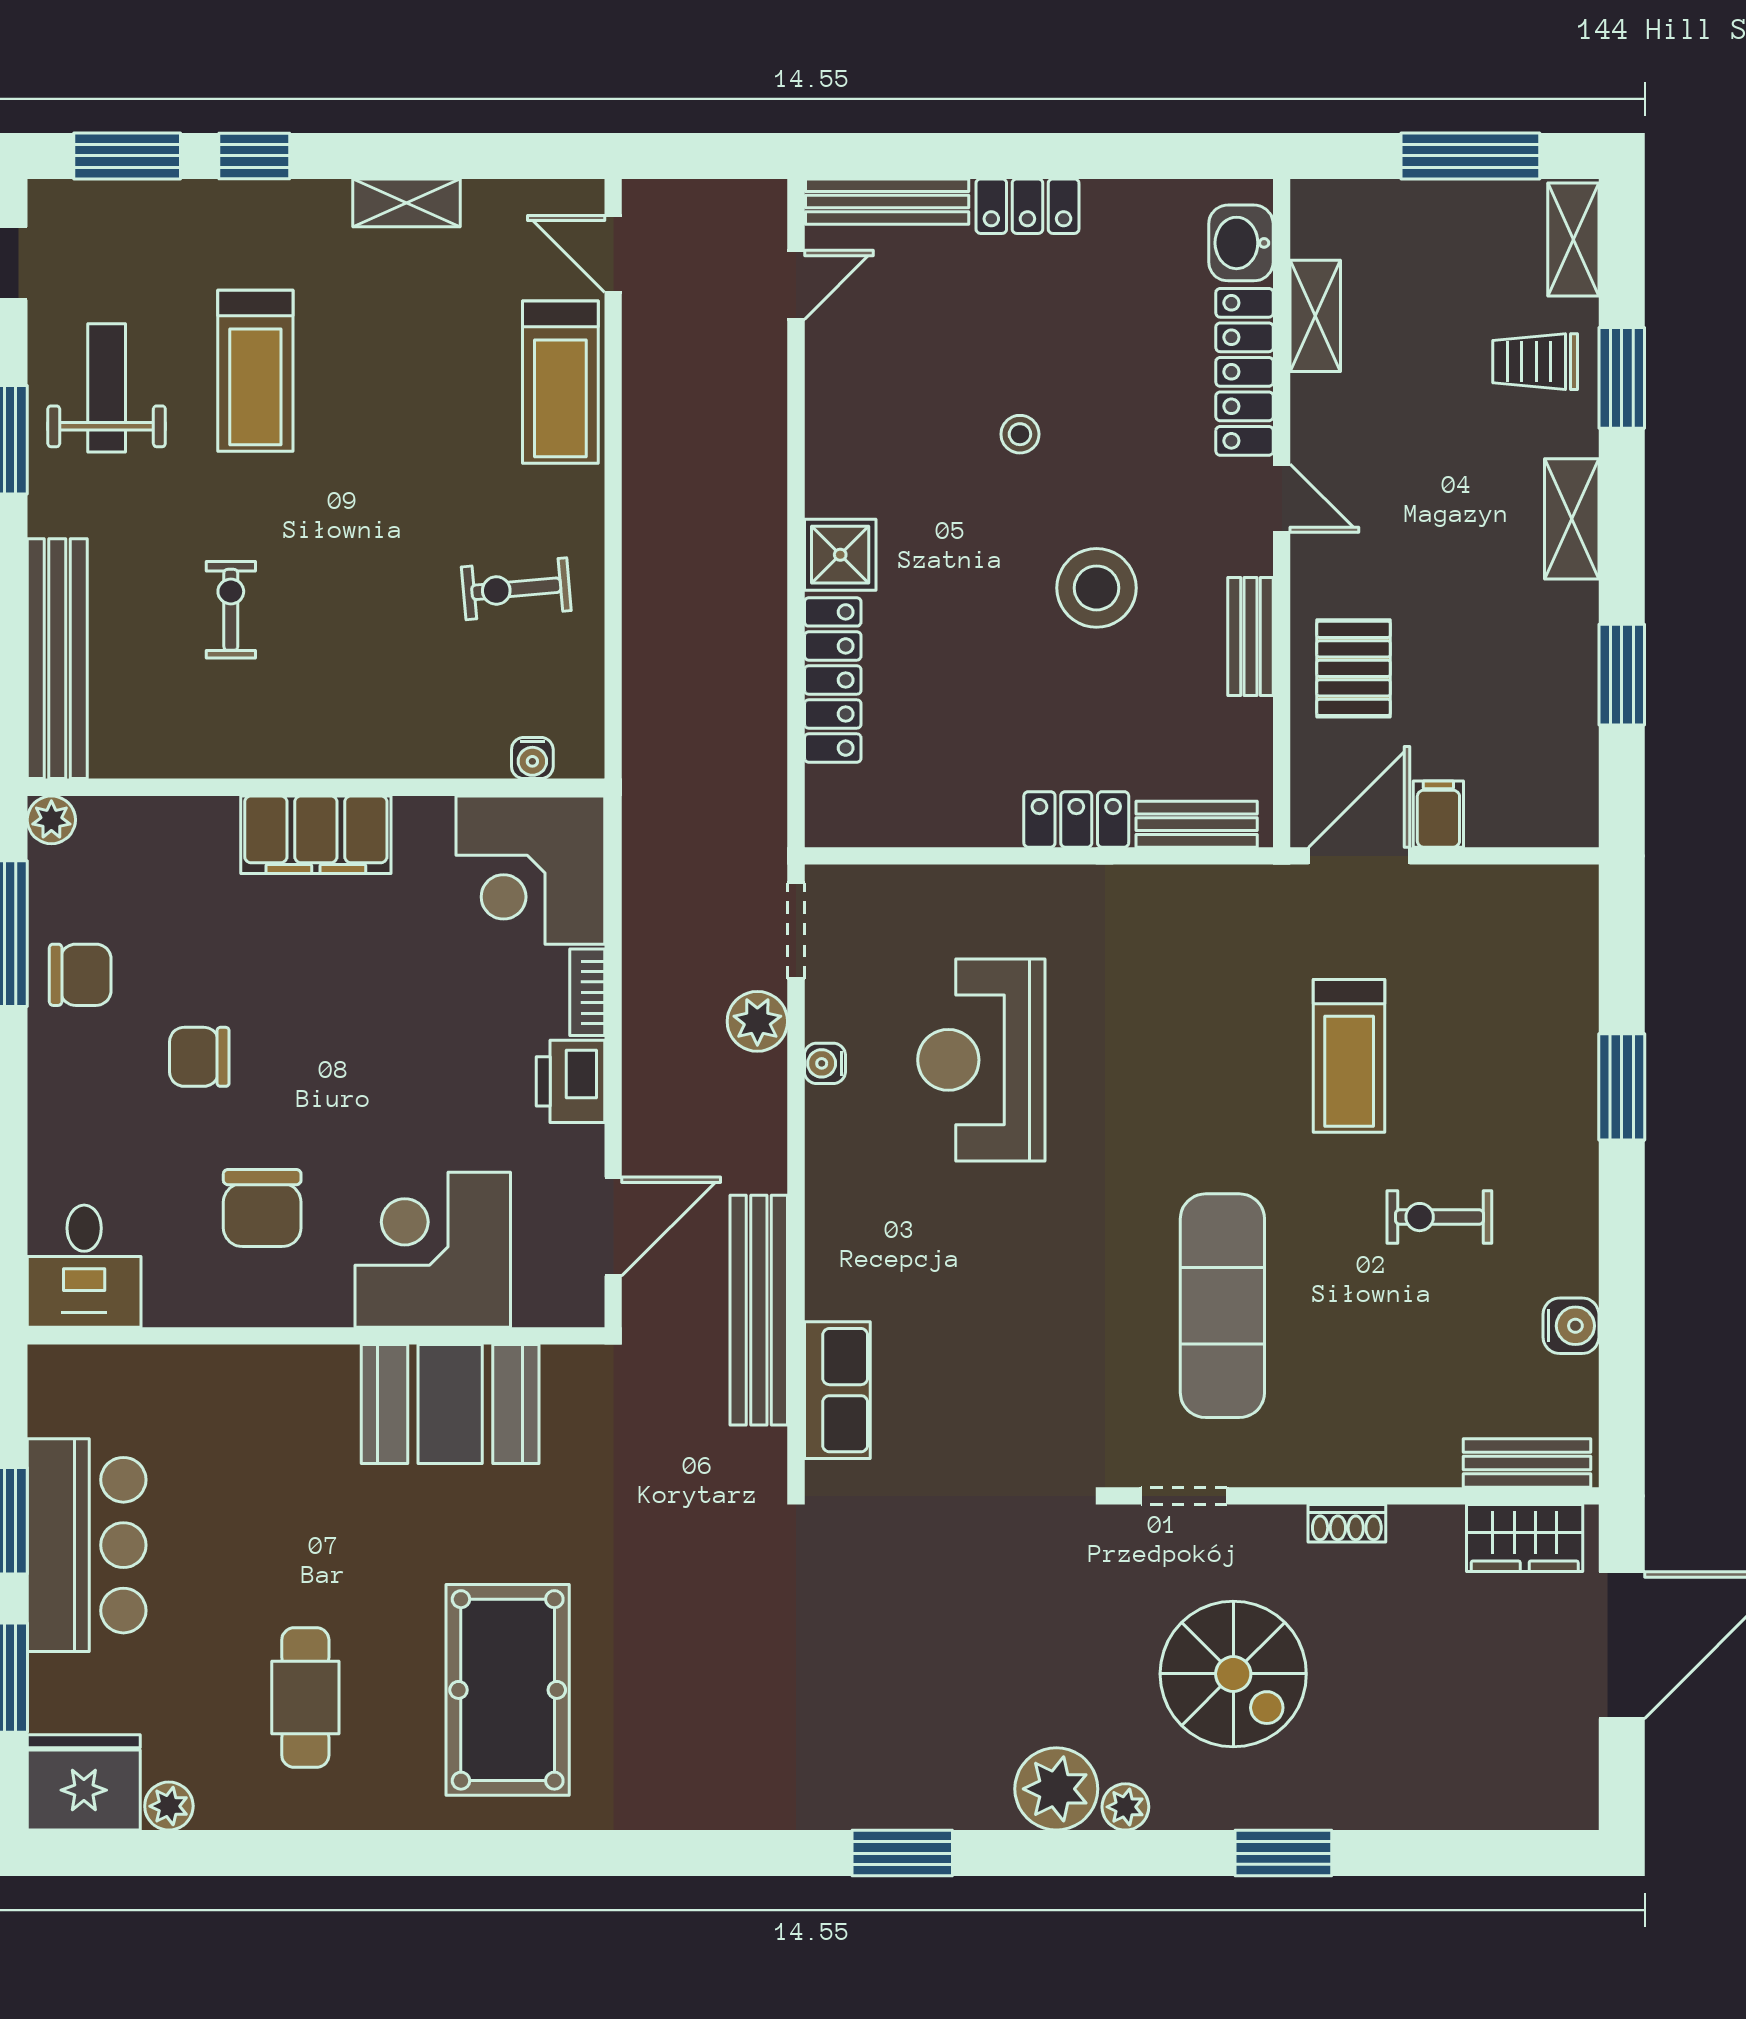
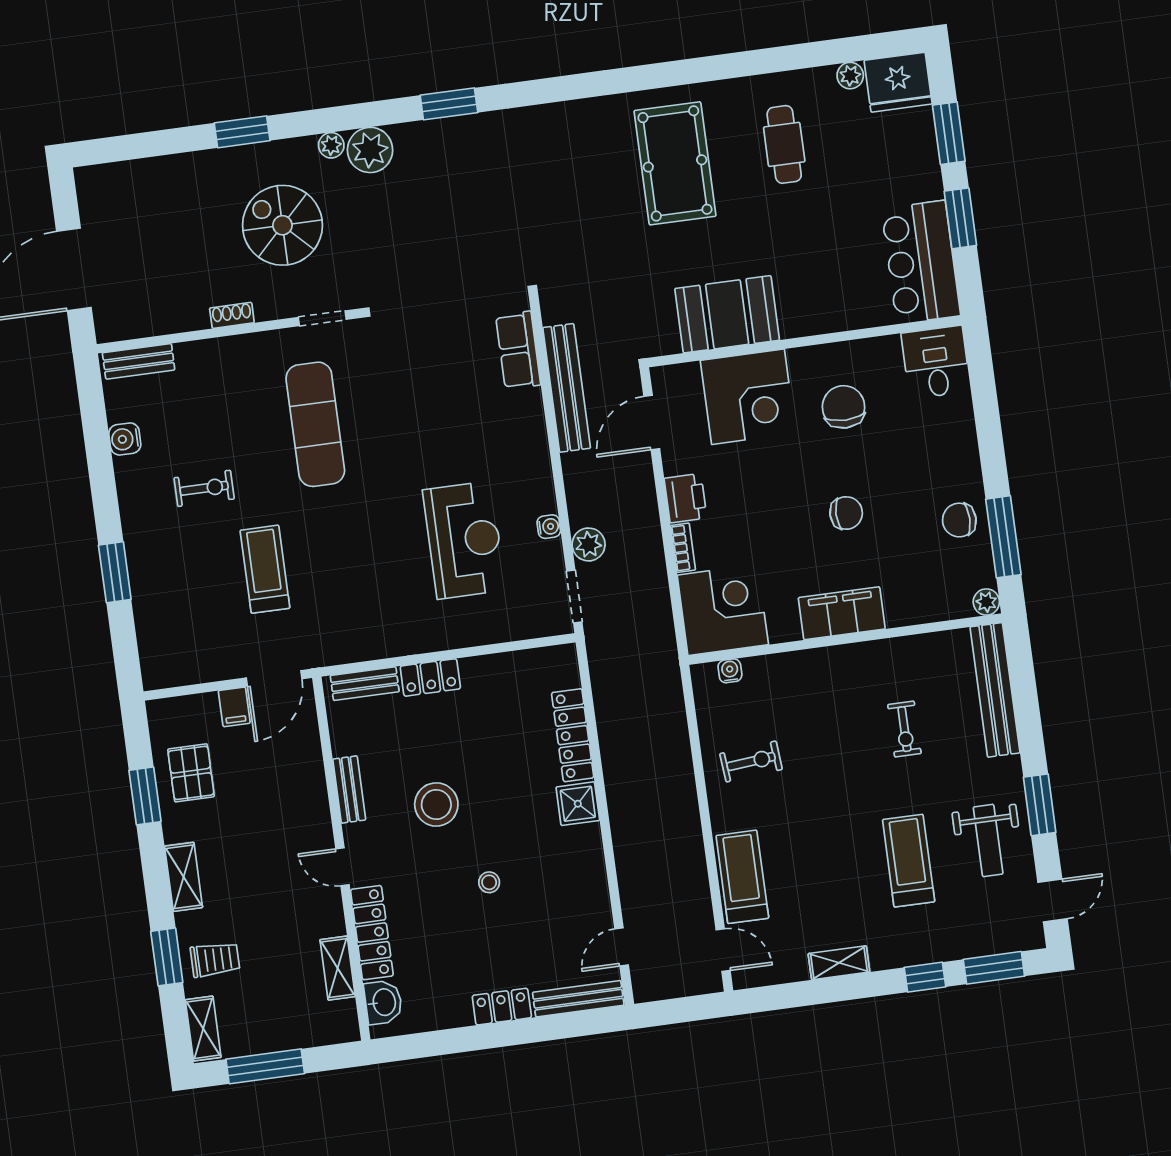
pallet: (1354, 668) -> (191, 773), moved
chair: (199, 1057) -> (846, 513), moved
wardrobe: (1525, 1538) -> (134, 320), removed
bar counter: (87, 1545) -> (921, 262), moved

